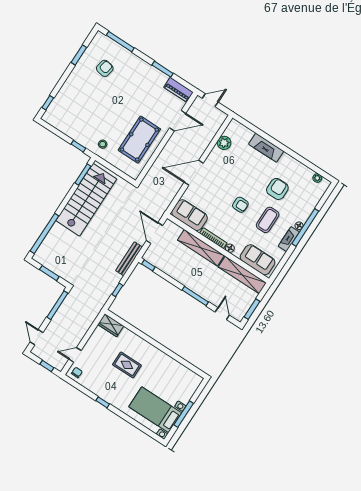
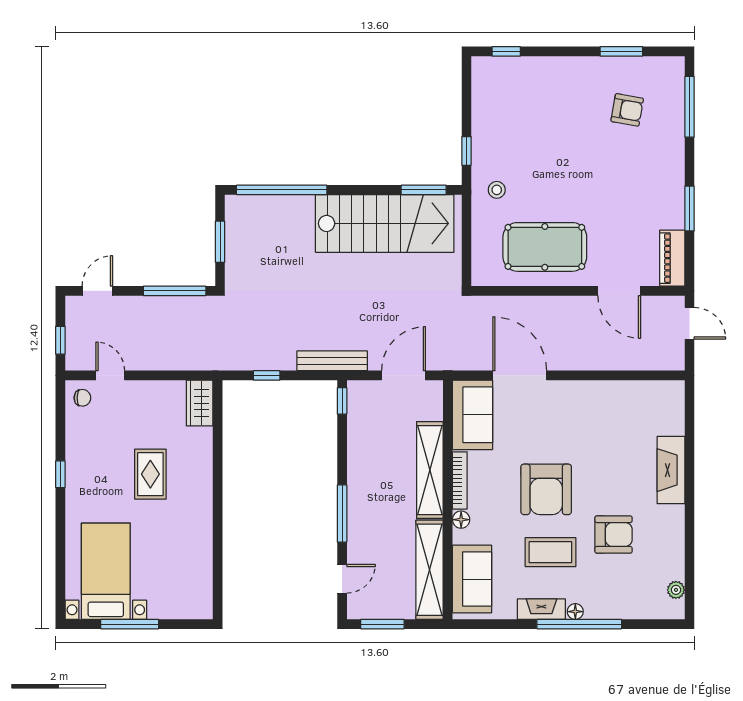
plant: (224, 143) -> (633, 394), removed
door: (194, 173) -> (520, 375), moved
armchair: (240, 205) -> (546, 489), width x1.88, depth x1.88

